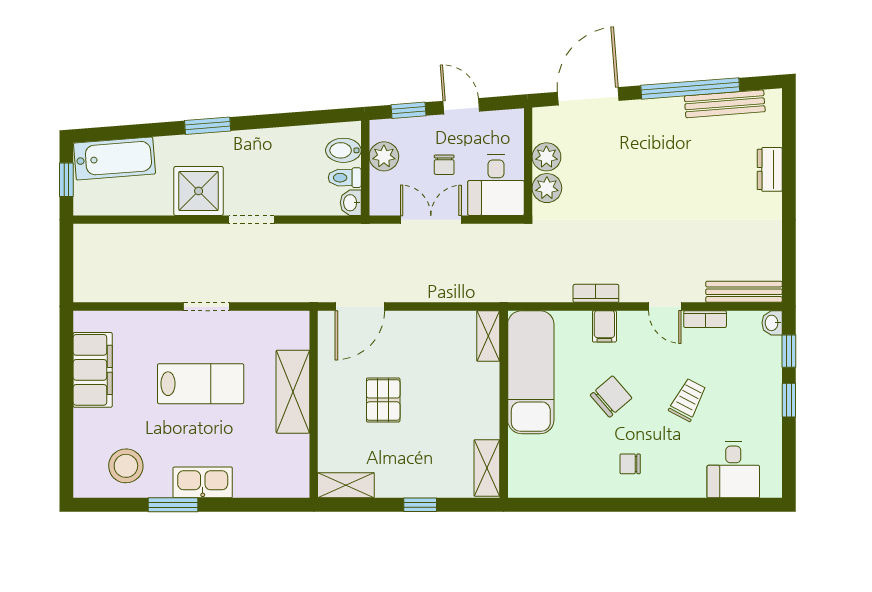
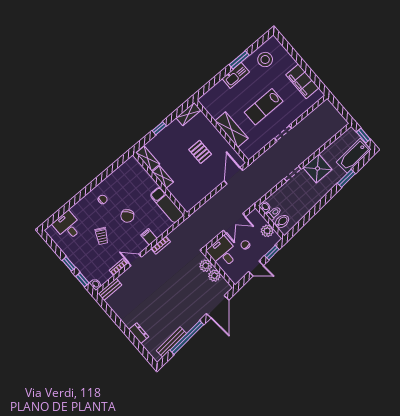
window: (208, 126) -> (346, 178), moved
bench: (744, 292) -> (110, 289), width x0.73
shelving: (488, 336) -> (163, 177), moved
exam couch: (531, 372) -> (167, 205), width x0.73, depth x0.69

